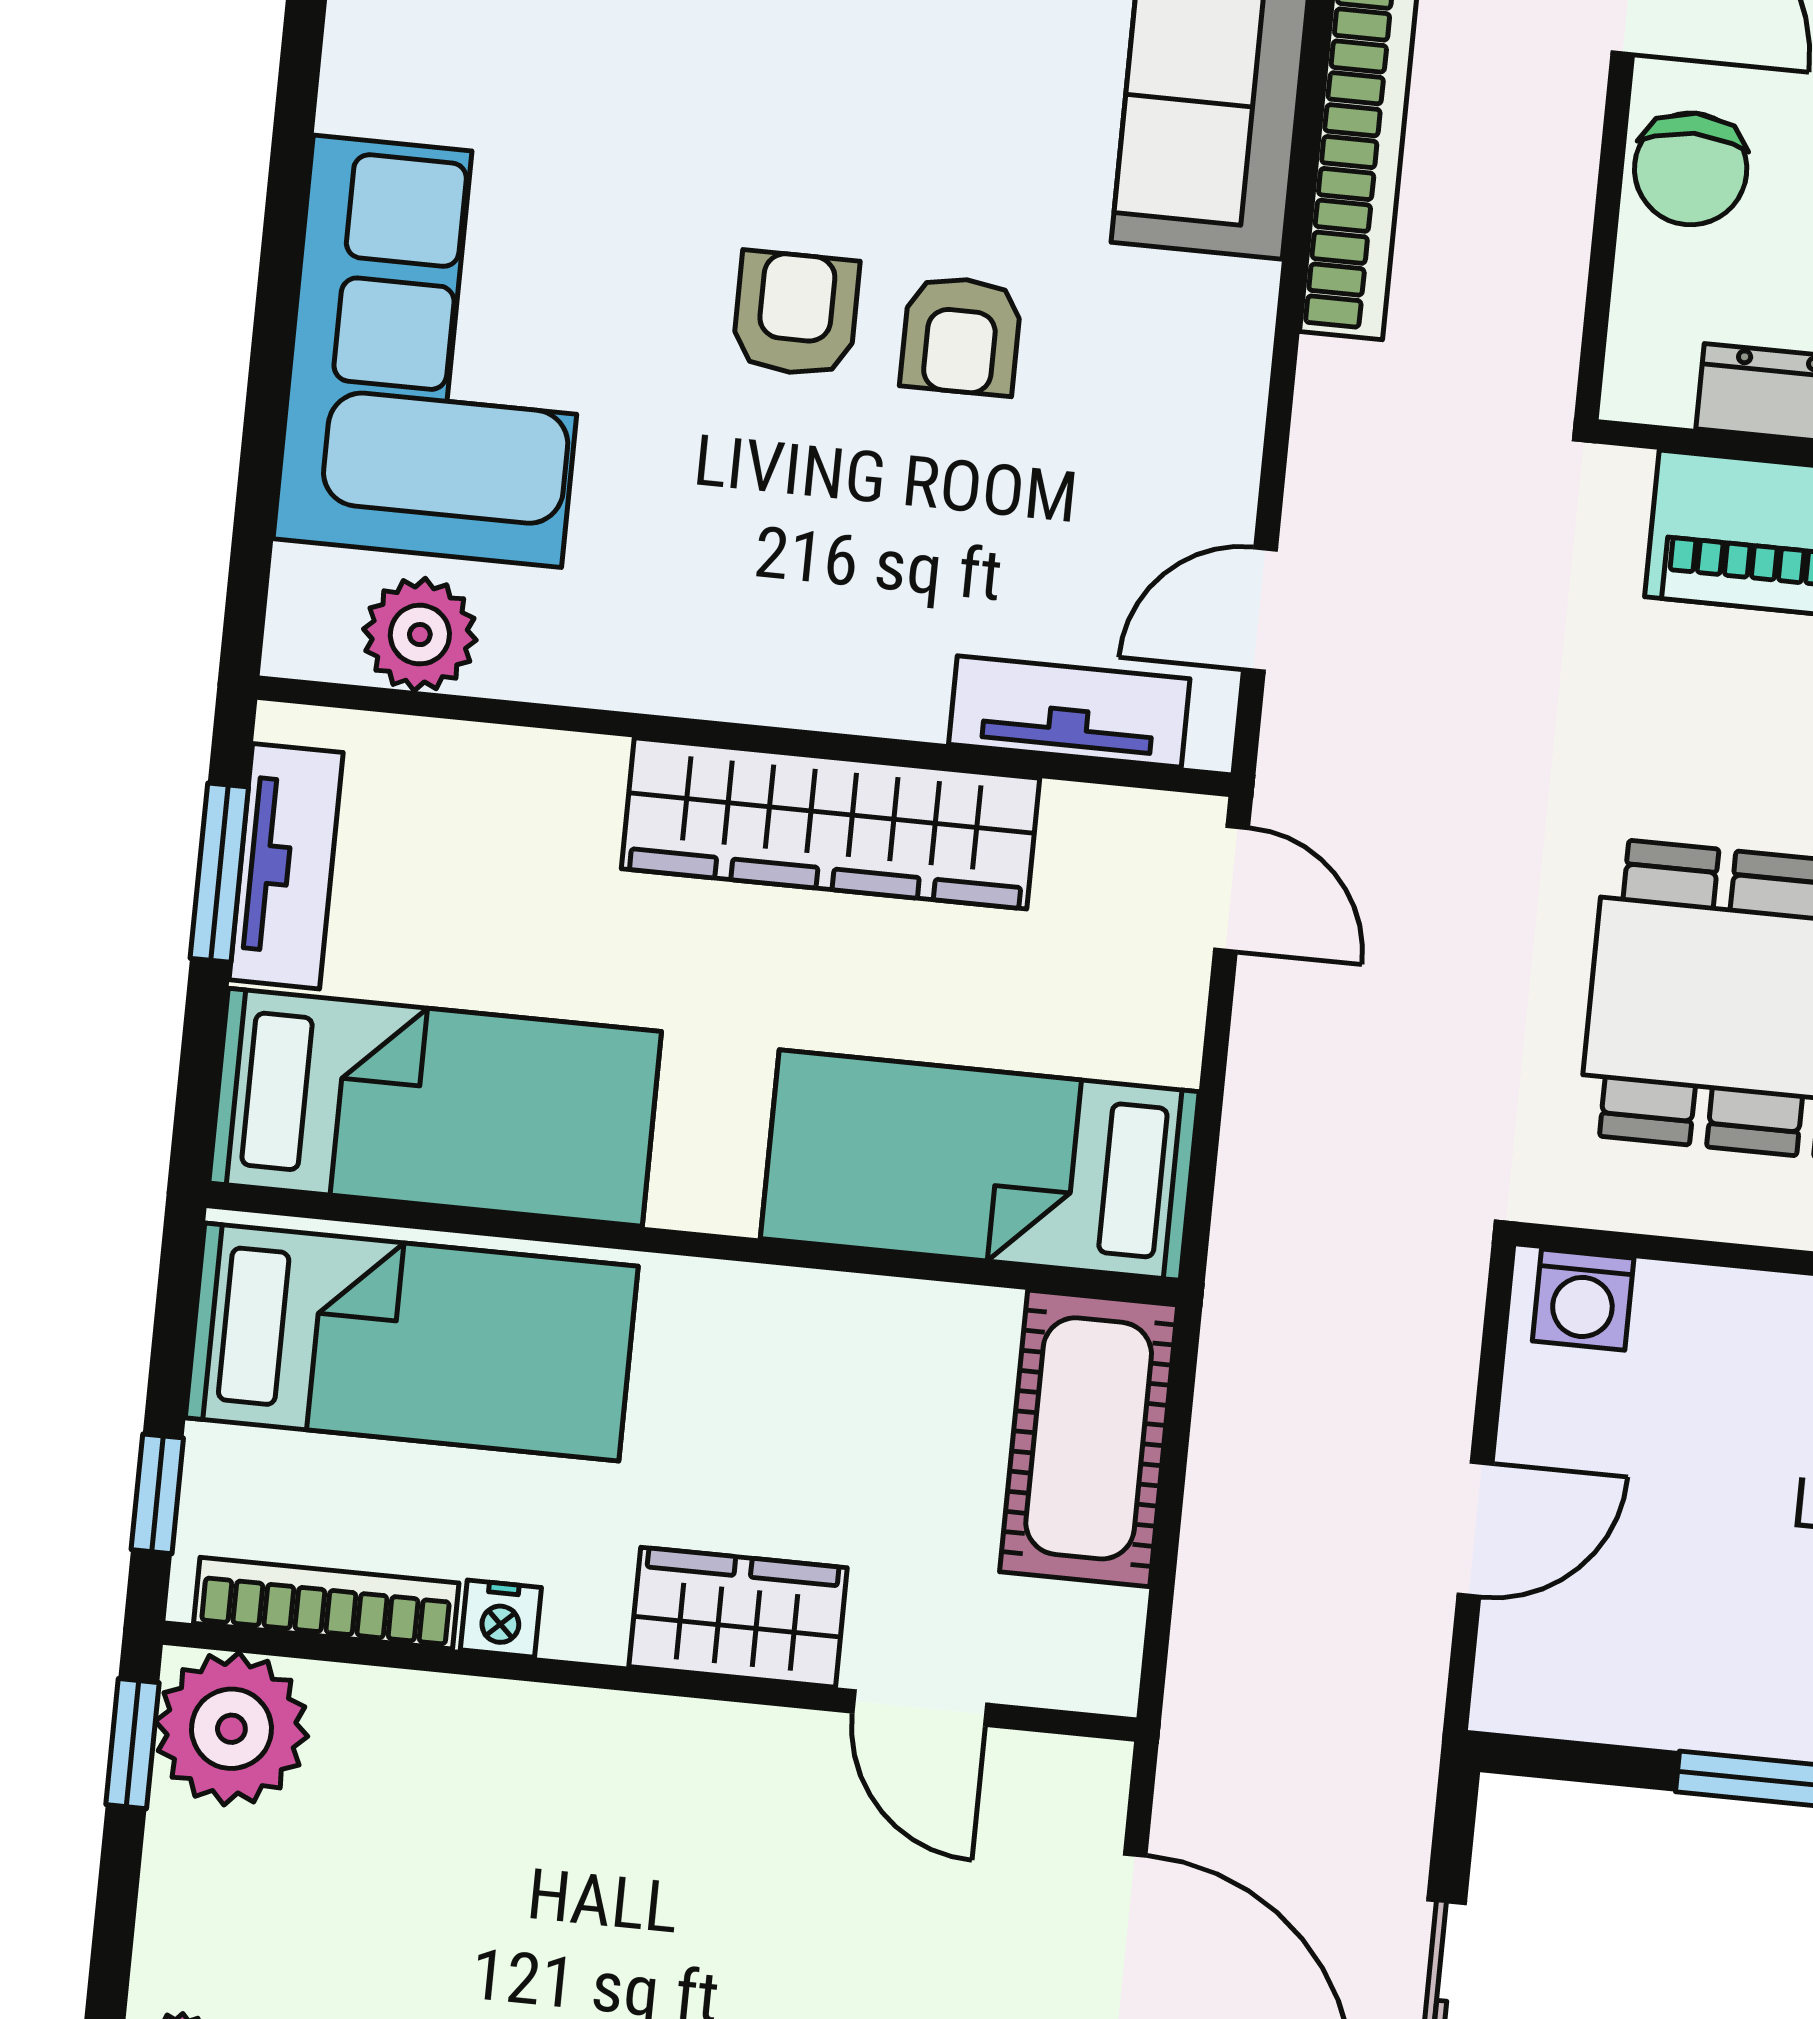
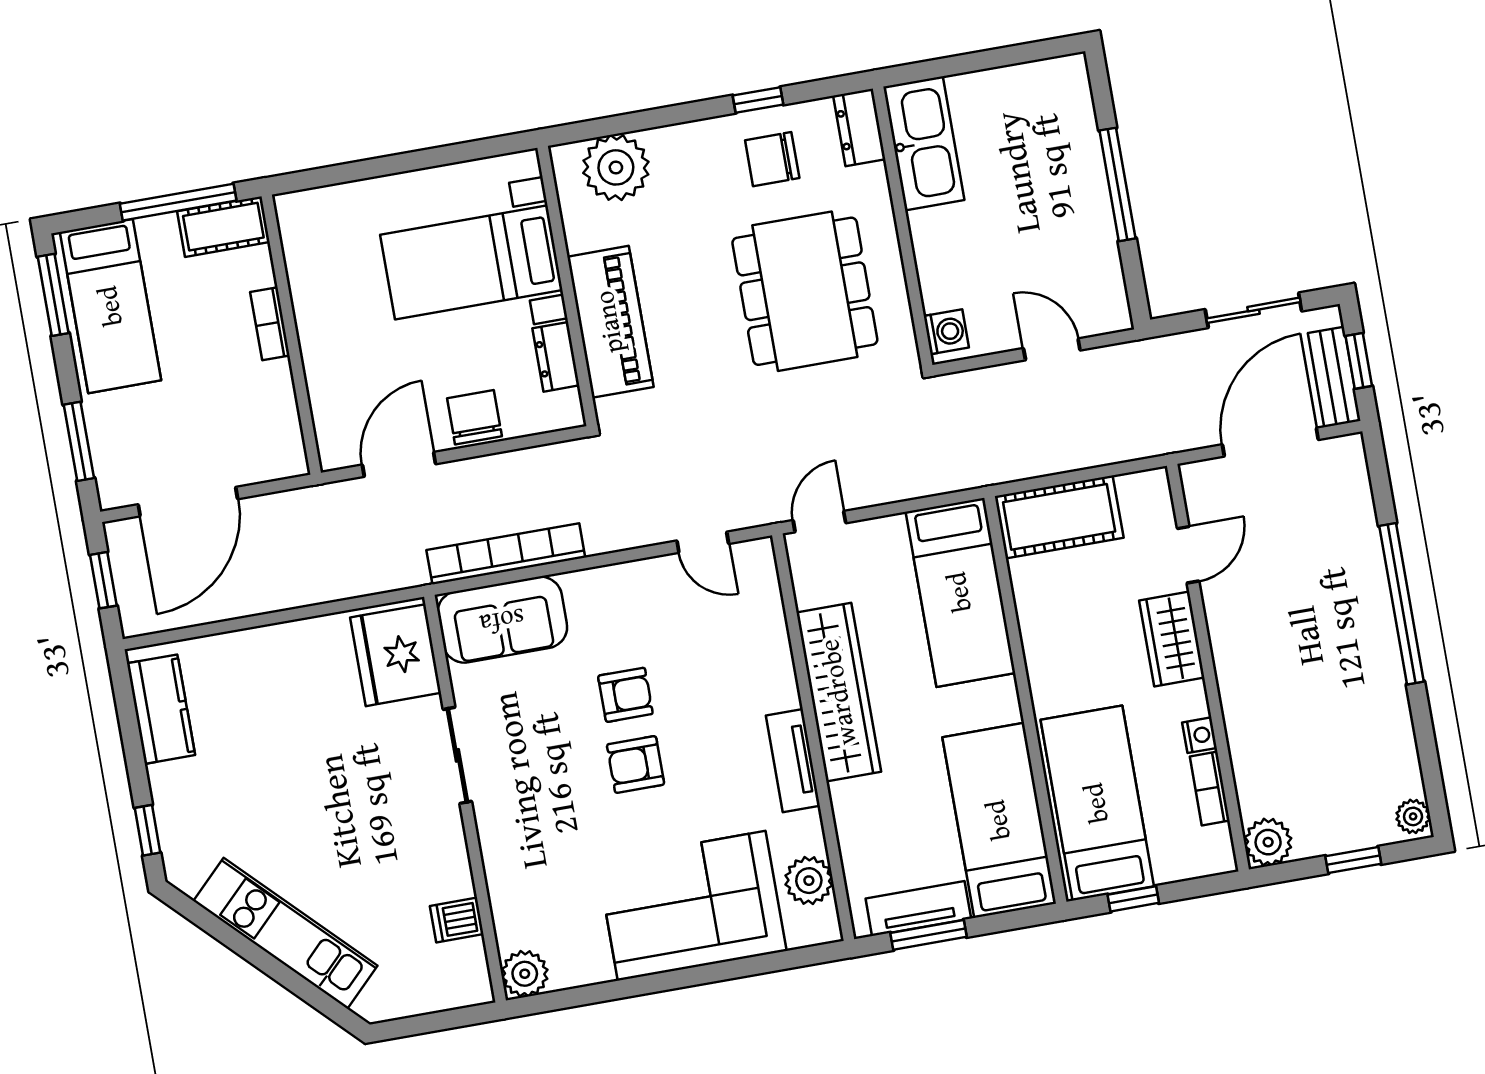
chair: (1691, 169) -> (474, 417), turned -90
tv unit: (1069, 712) -> (793, 761), moved
window: (157, 1494) -> (1133, 899), moved
bookcase: (326, 1603) -> (1210, 789), width x0.64
plant: (231, 1729) -> (1268, 842), width x0.73, depth x0.73
window: (132, 1744) -> (1353, 860), moved

